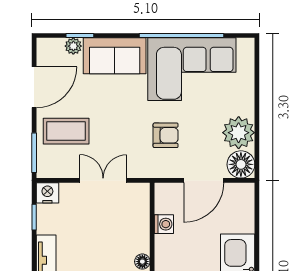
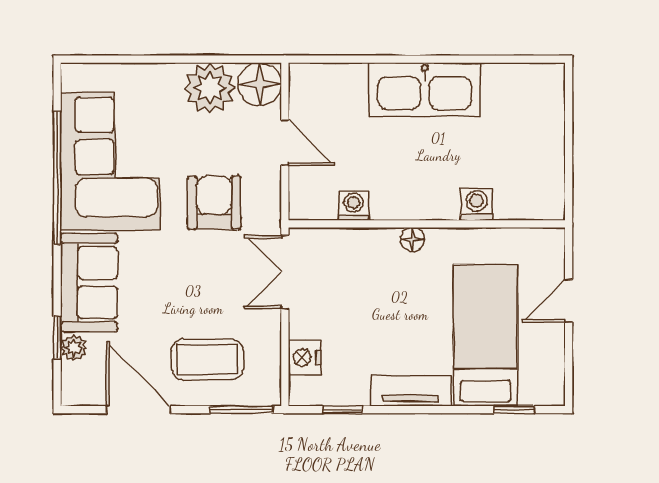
coffee table: (66, 131) -> (207, 359), turned 90
armchair: (166, 135) -> (214, 203), width x1.38, depth x1.38
double door: (103, 180) -> (285, 272), moved
door: (204, 180) -> (285, 143), width x0.73
nightstand: (47, 193) -> (305, 358), moved

